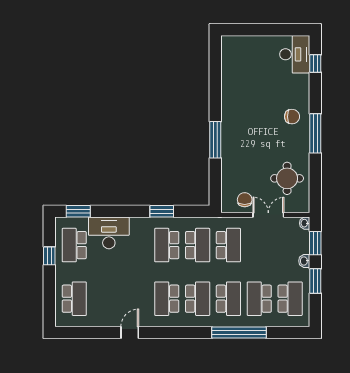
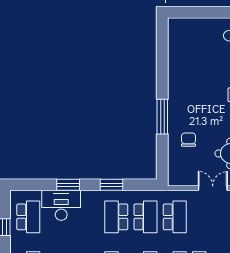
chair: (245, 200) -> (189, 140), moved
window: (78, 211) -> (68, 185), moved
school desk: (74, 245) -> (28, 217), turned 180

